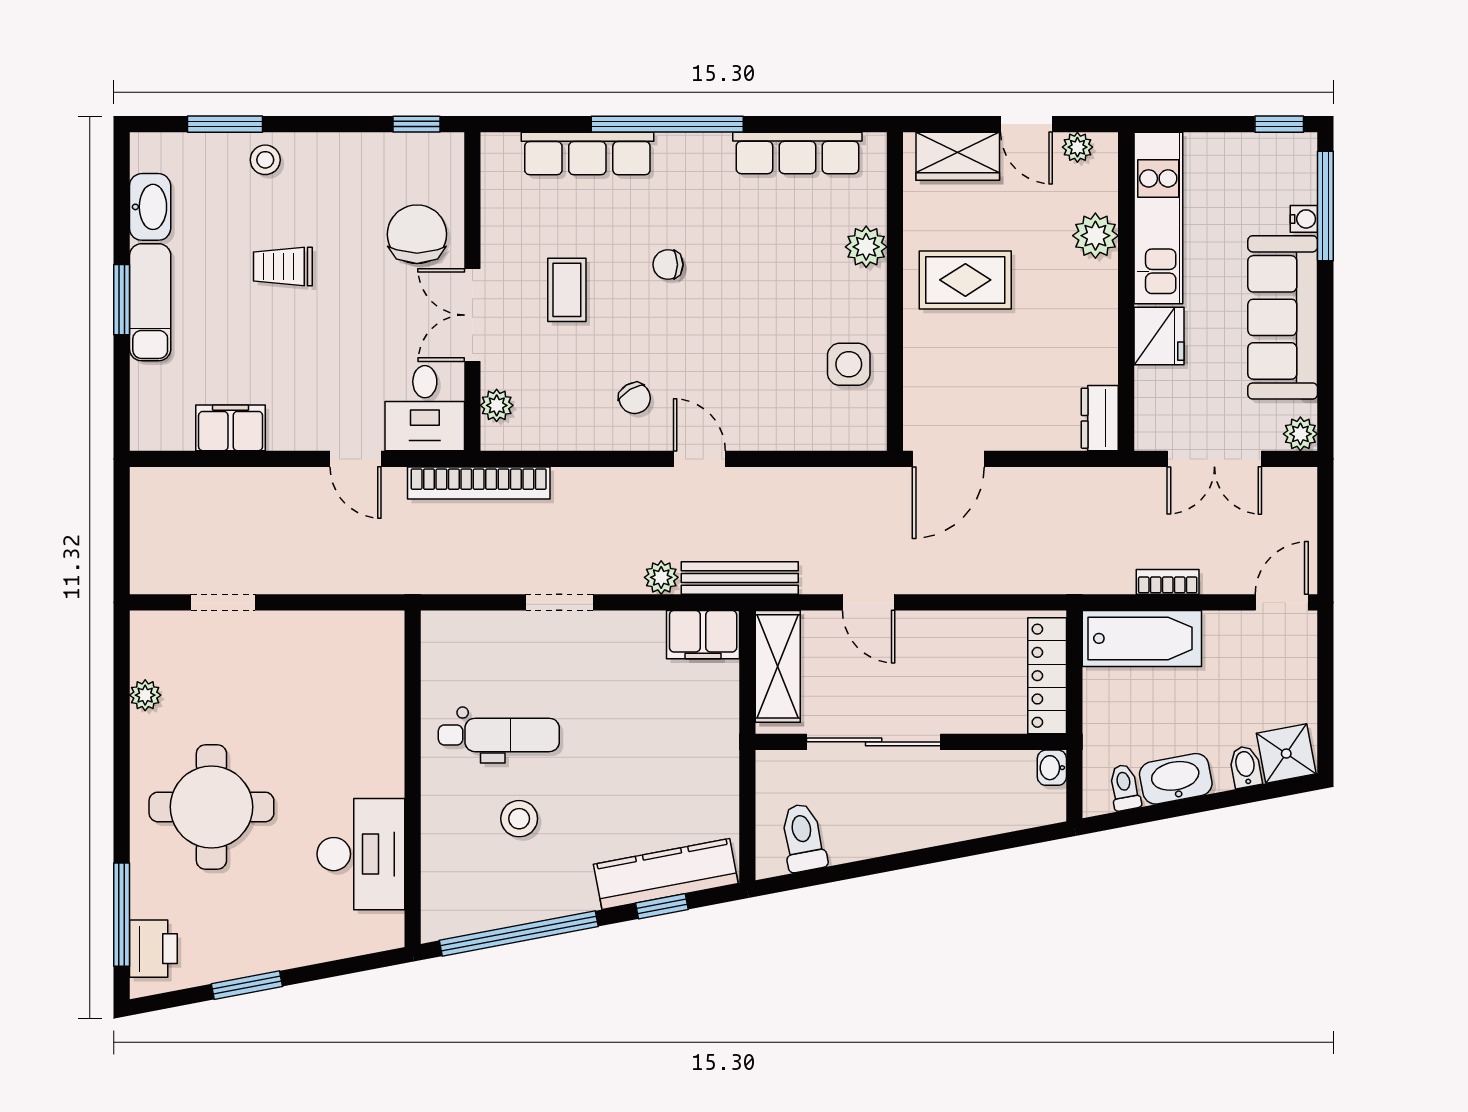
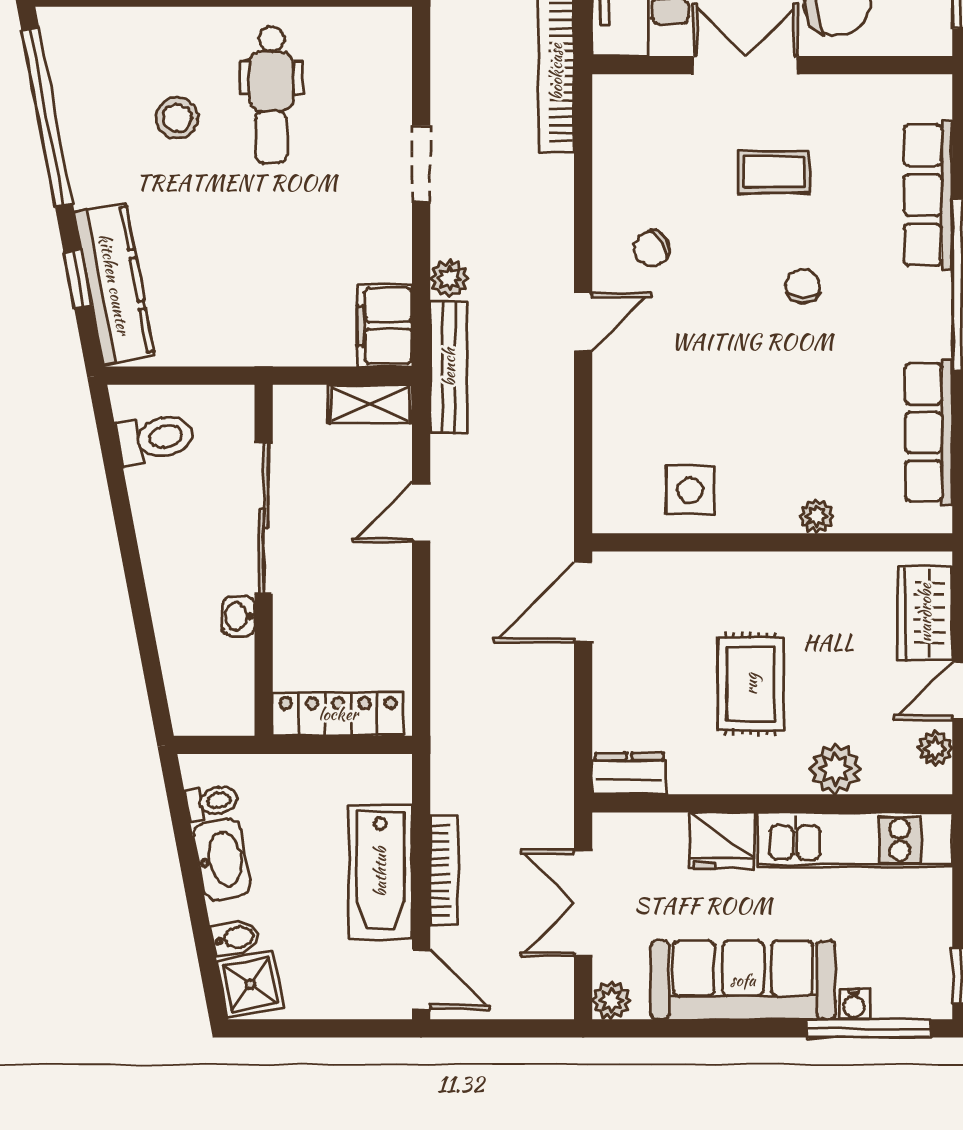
plant: (866, 247) -> (816, 516), width x0.73, depth x0.73
rug: (965, 280) -> (751, 684), moved
plant: (497, 405) -> (644, 93), removed
door: (948, 459) -> (583, 602), hinge flipped
bookcase: (1168, 582) -> (444, 870), width x1.56
bathtub: (1142, 638) -> (380, 872), moved
shelving: (778, 666) -> (370, 404), width x0.67, depth x0.75
washbasin: (1052, 768) -> (238, 616), moved, turned -90

